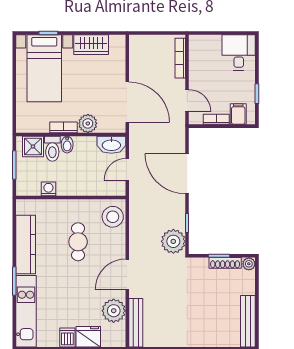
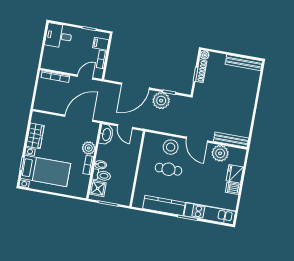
washing machine: (48, 189) -> (129, 183), removed
stool: (113, 217) -> (171, 147), moved
plant: (173, 241) -> (161, 101), moved

